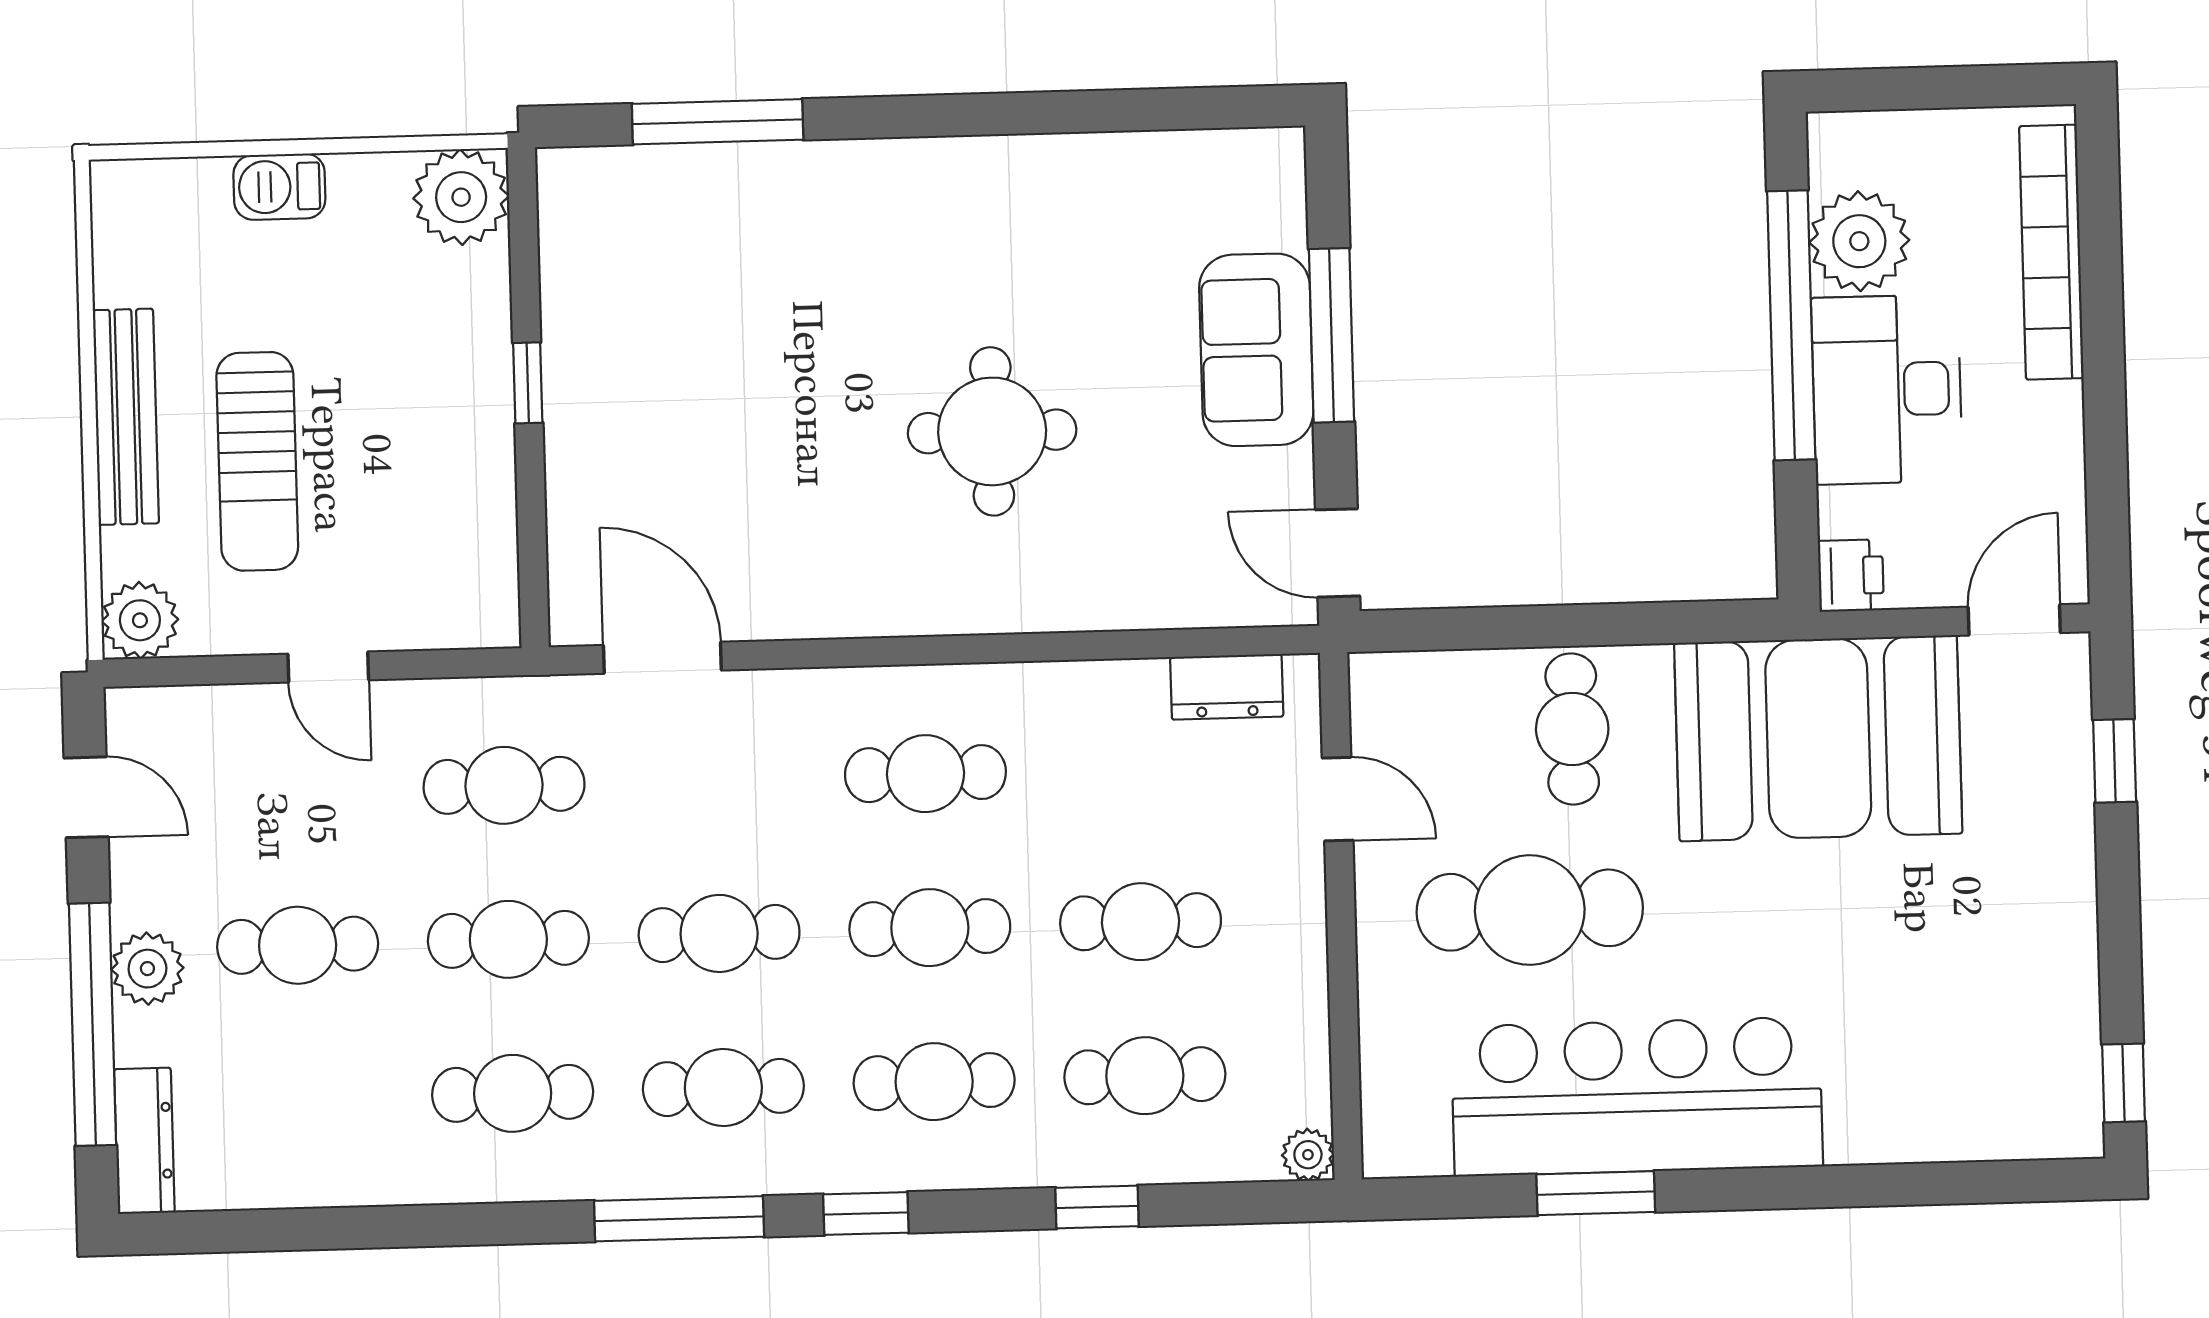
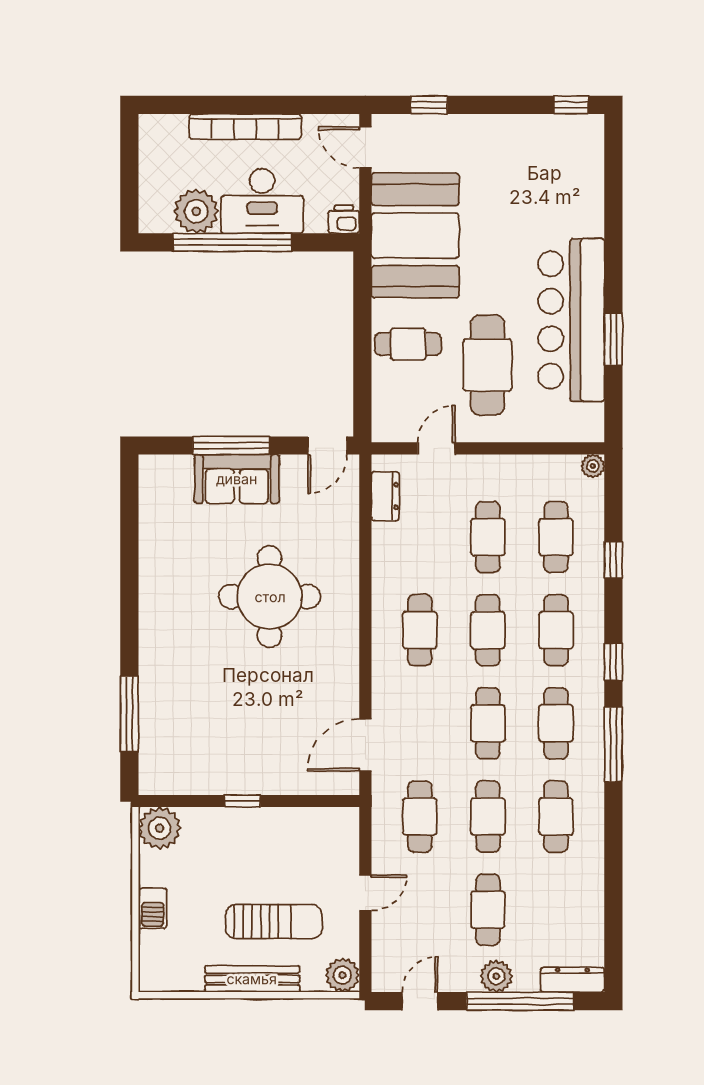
bookcase: (2051, 252) -> (245, 127), moved
round table: (992, 431) -> (270, 597), width x1.36, depth x1.36

